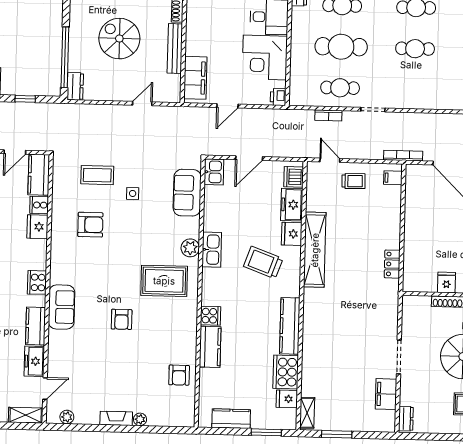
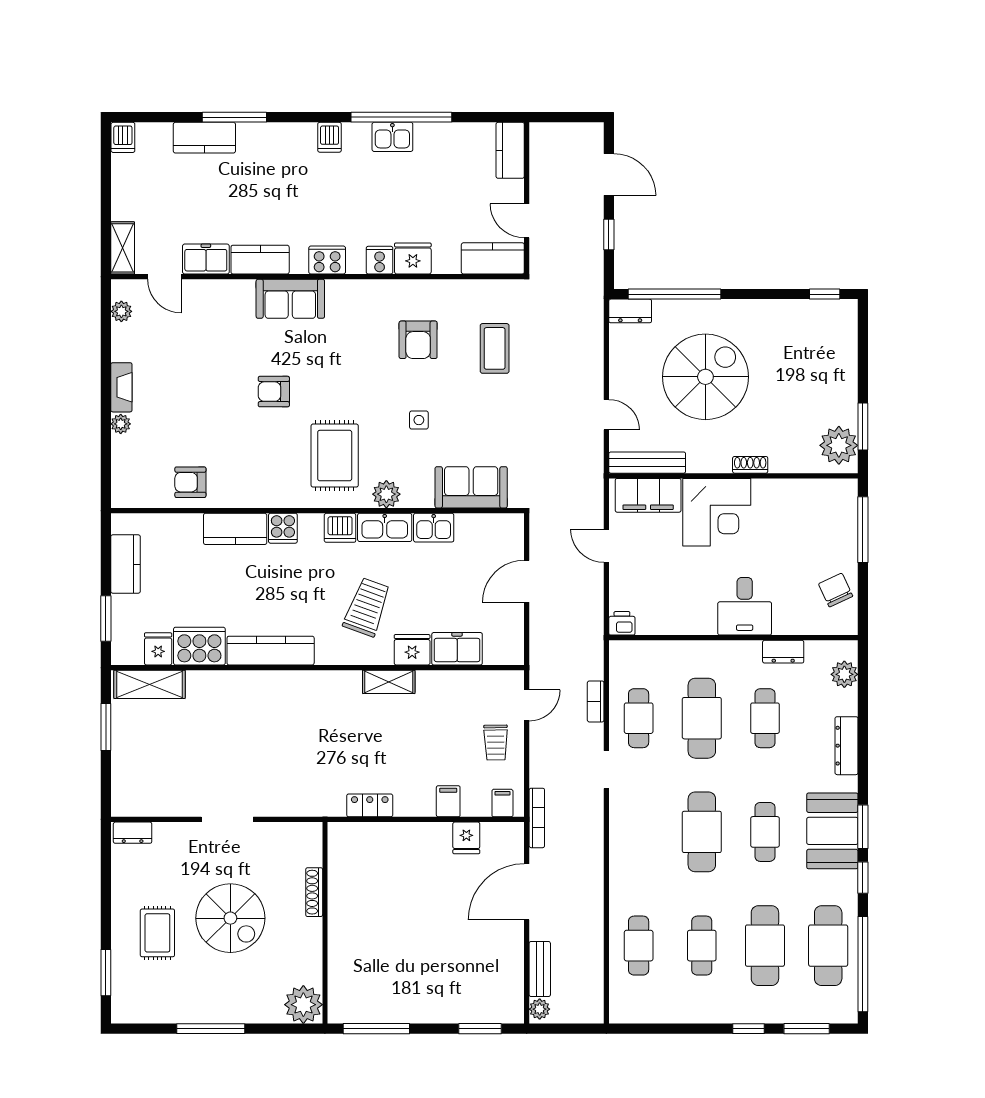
spiral stairs: (119, 39) -> (705, 377), width x1.37, depth x1.37
bench: (175, 48) -> (647, 463), moved
cafe table: (415, 49) -> (702, 832), width x1.37, depth x1.35
corner desk: (265, 58) -> (717, 512), moved, turned 180
door: (249, 158) -> (527, 581), hinge flipped
kitchen sink: (214, 172) -> (434, 528), moved
dishwasher: (294, 177) -> (340, 528), moved, turned 180
side table: (133, 193) -> (419, 420), moved
cooker: (39, 205) -> (380, 260), moved
shelving: (315, 250) -> (389, 682), width x0.45, depth x0.75
fridge: (446, 283) -> (466, 838), moved, turned 90
filing cabinet: (386, 394) -> (448, 801), moved, width x0.50
shelving: (307, 413) -> (149, 684), width x1.50, depth x1.33

